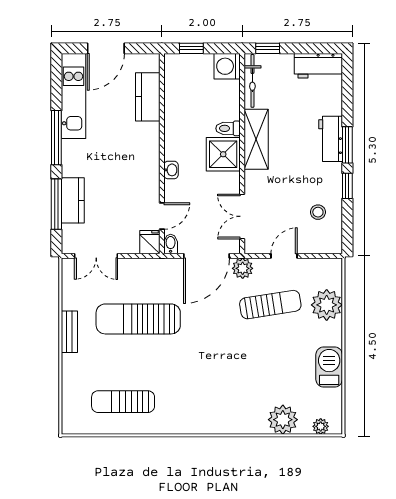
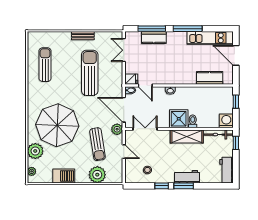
parasol: (235, 379) -> (57, 125), added

